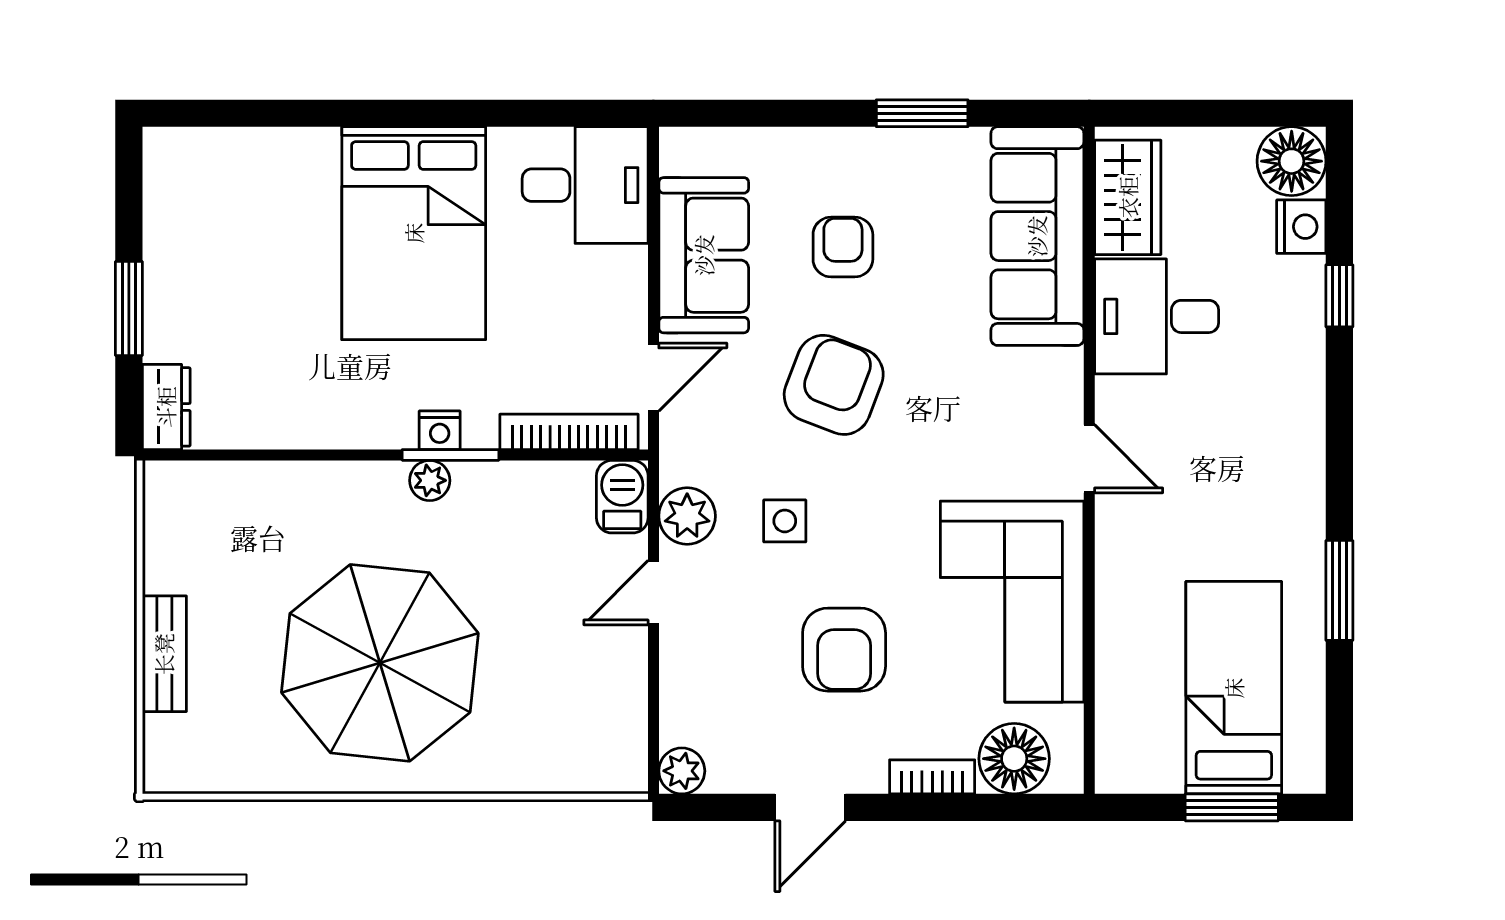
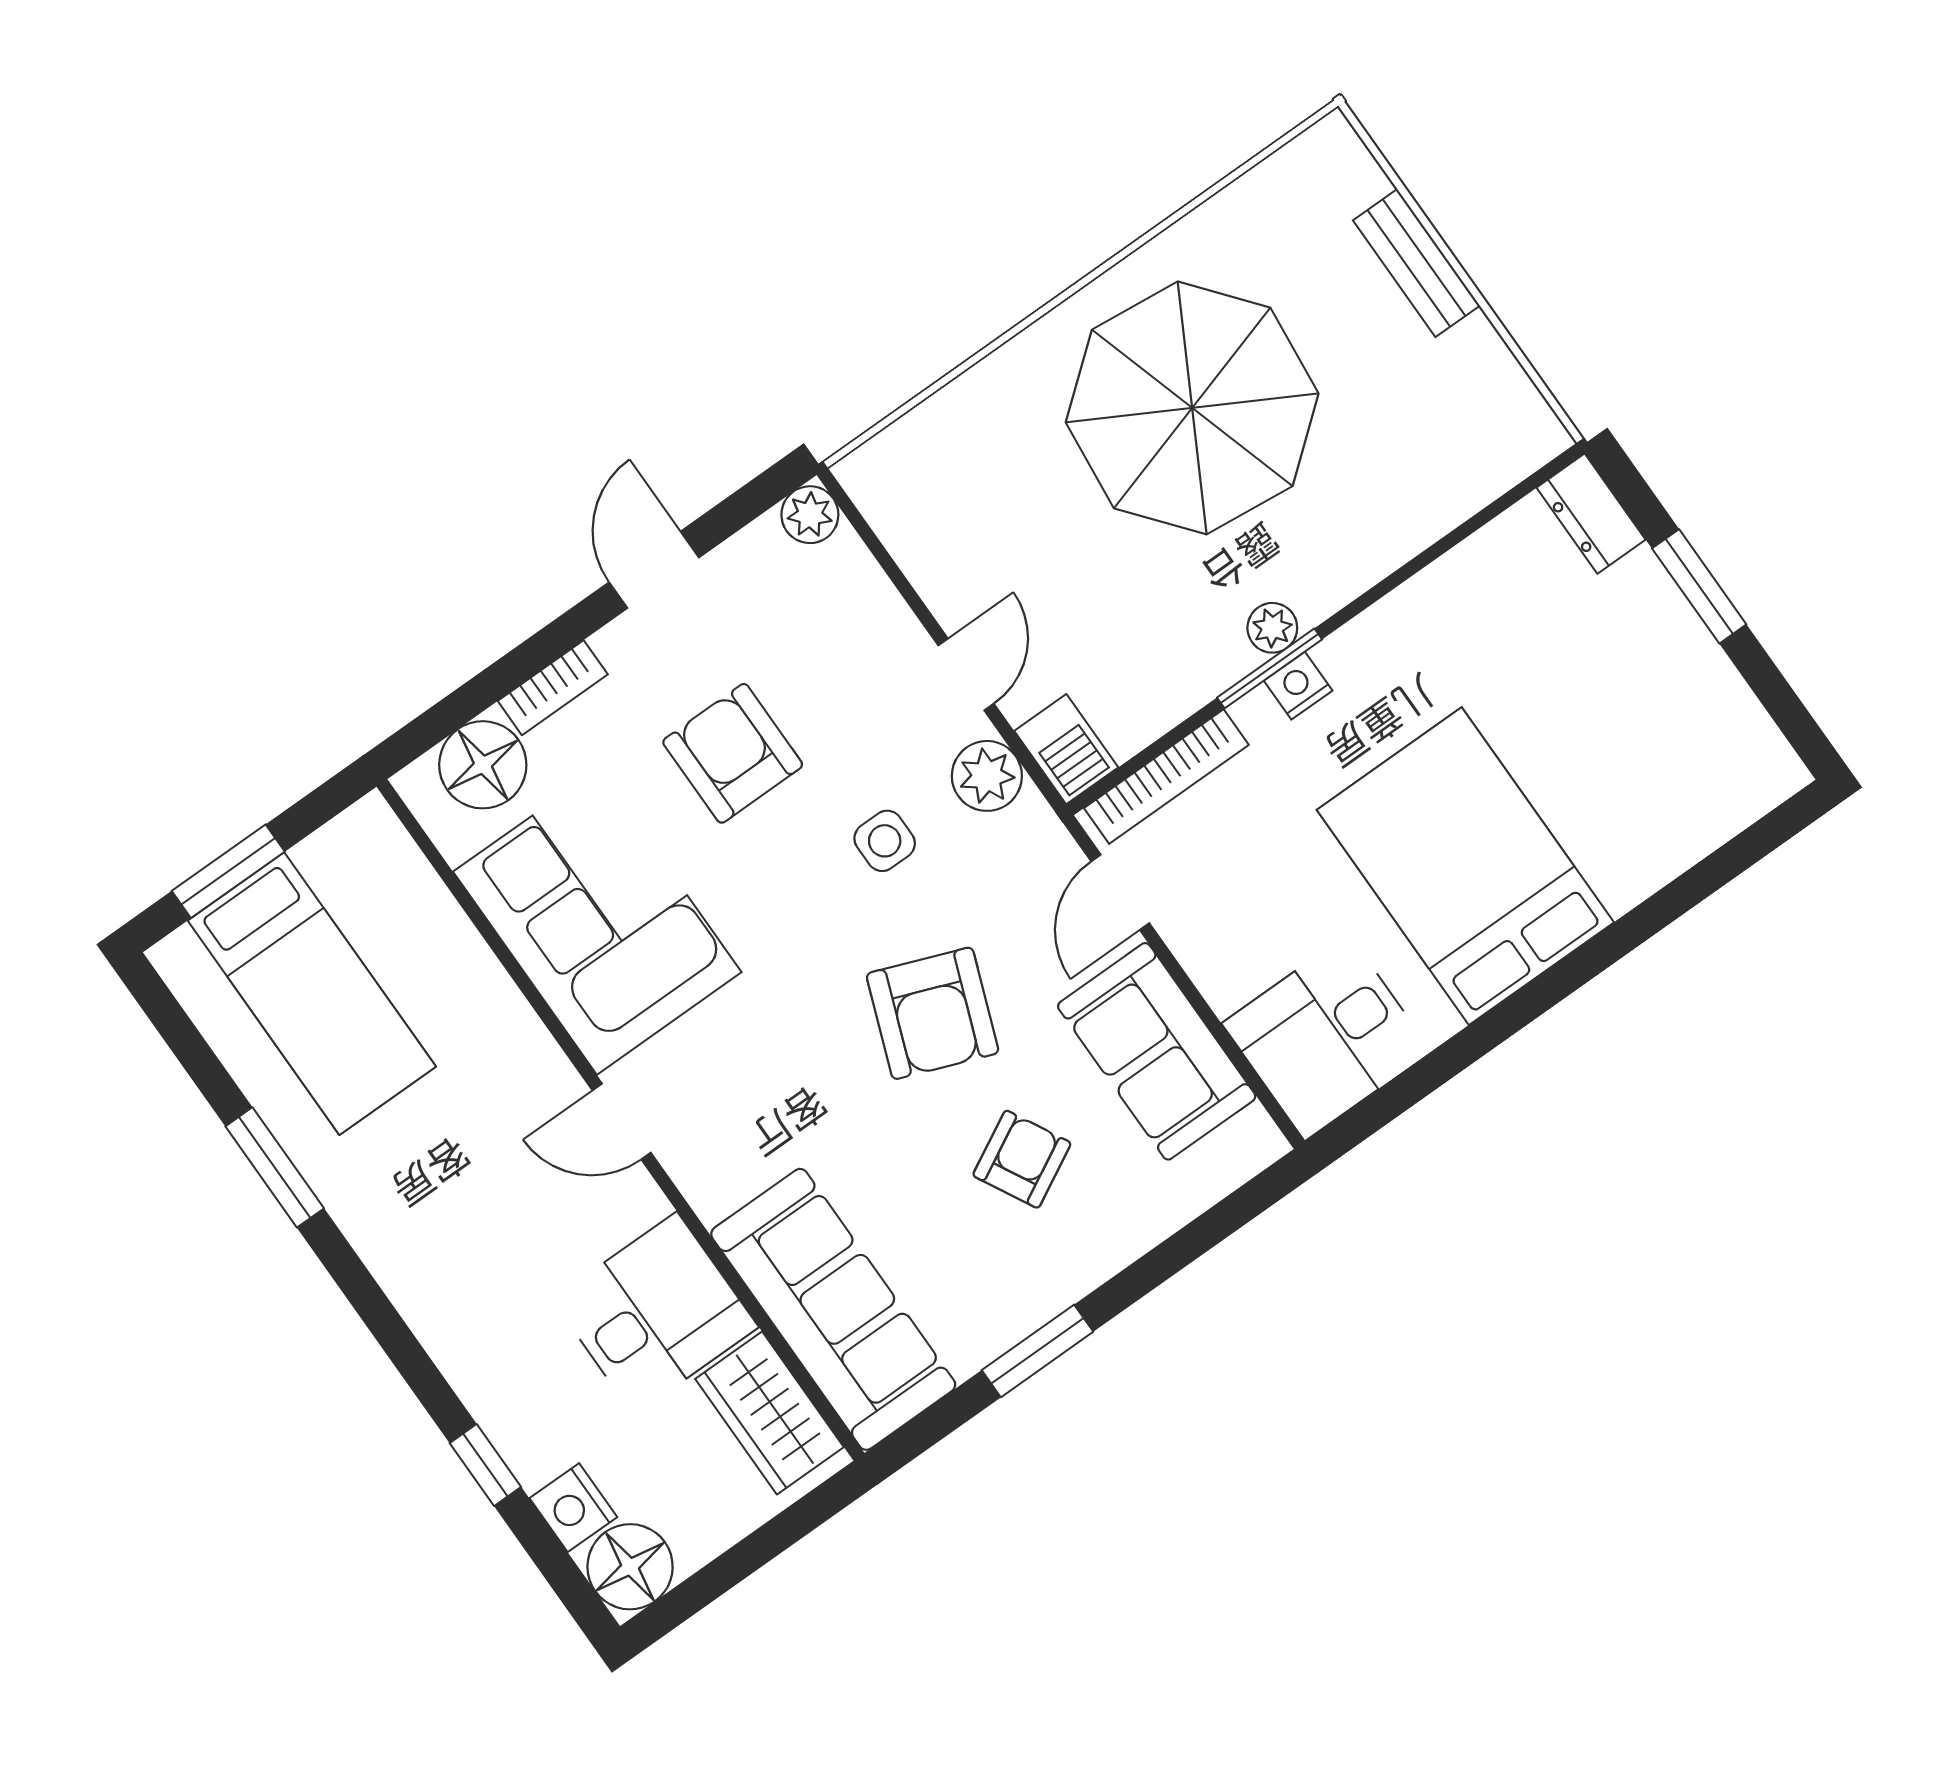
armchair: (843, 247) -> (1022, 1159), turned -118

